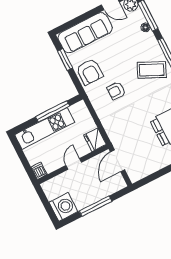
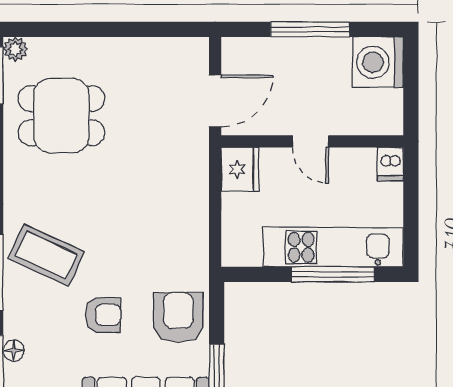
armchair: (116, 91) -> (103, 315), moved
window: (53, 111) -> (333, 274), moved
door: (74, 164) -> (311, 141), hinge flipped

